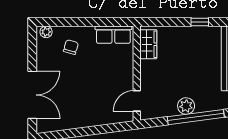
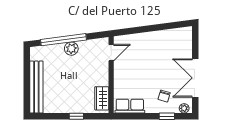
window: (67, 22) -> (167, 116), added
window: (200, 22) -> (76, 116), moved
double door: (32, 95) -> (195, 78), moved

